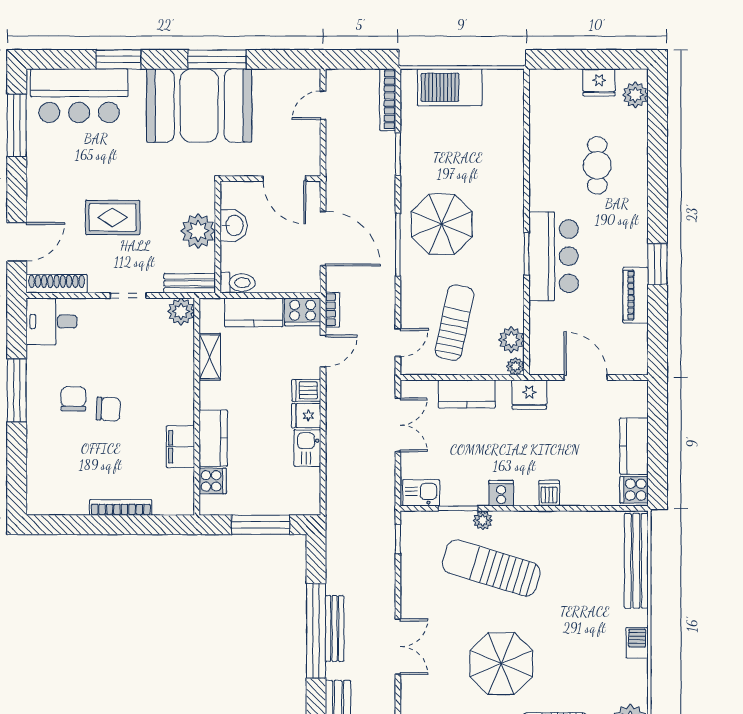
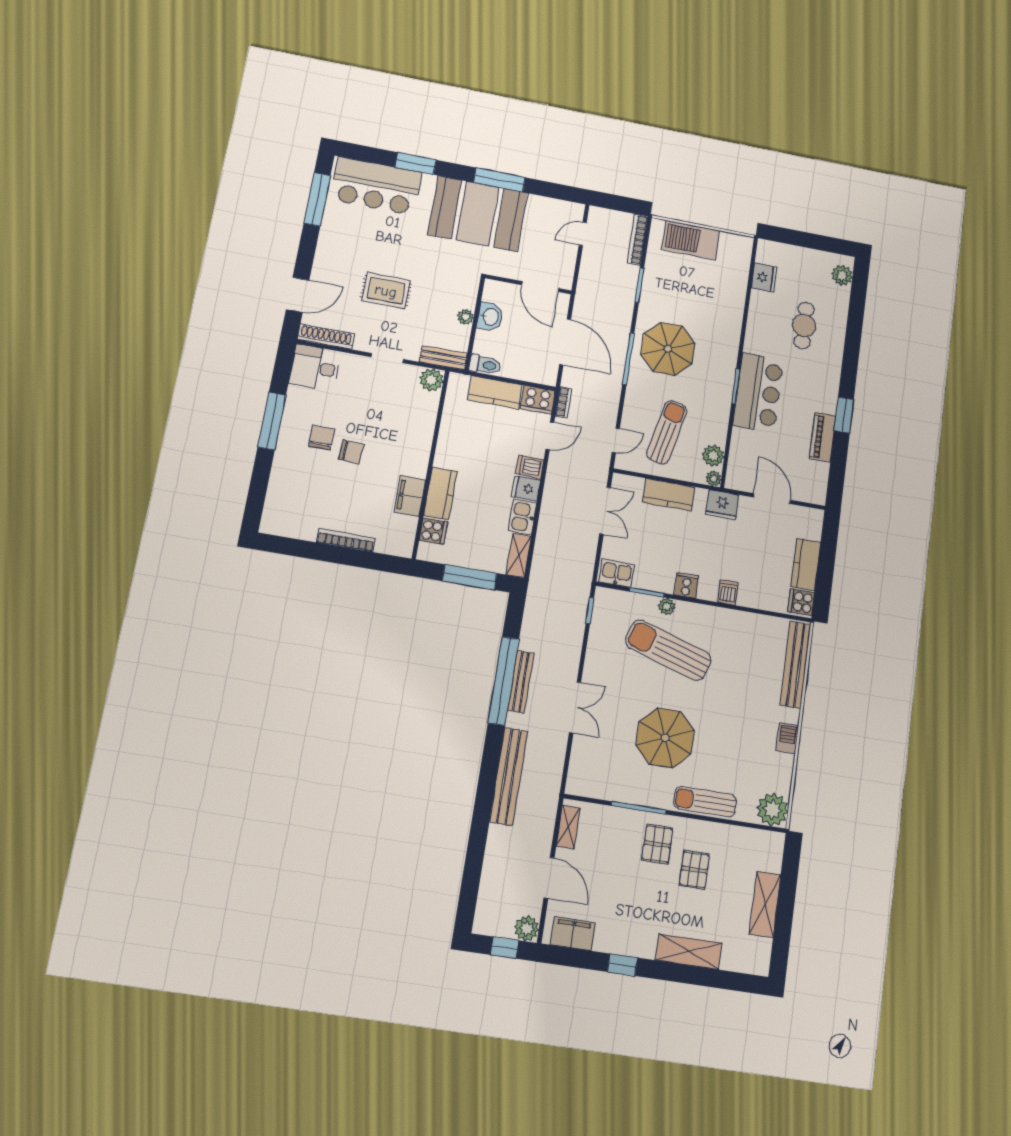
fridge: (599, 82) -> (764, 277), moved, turned -90
plant: (198, 231) -> (466, 317), width x0.53, depth x0.53
shelving: (210, 357) -> (519, 556), moved

